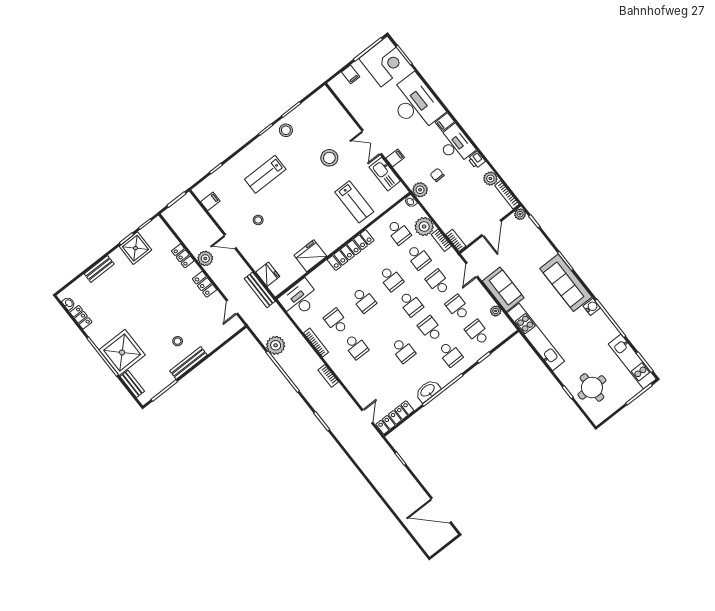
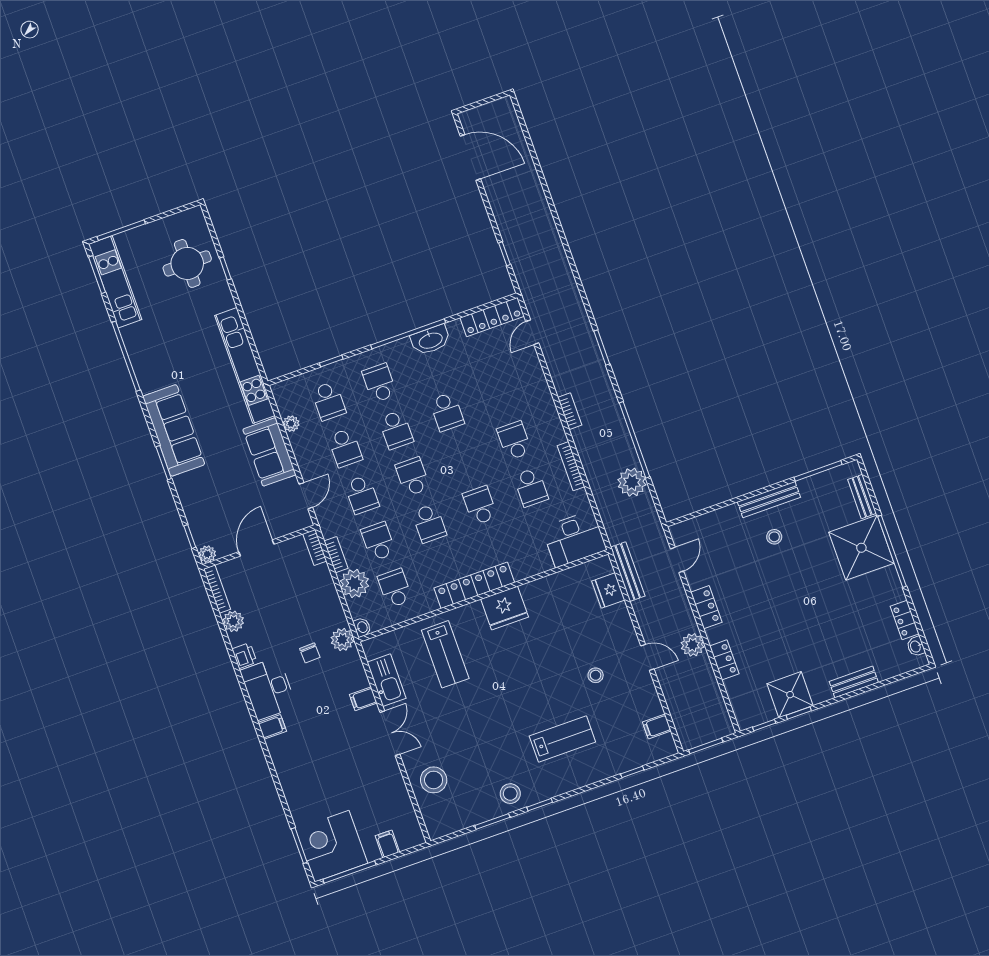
desk: (415, 103) -> (306, 769), removed
stool: (329, 158) -> (434, 780), moved
lab bench: (354, 202) -> (445, 654), turned 180
fridge: (310, 256) -> (505, 608), moved
school desk: (391, 279) -> (429, 523), turned 180
water cooler: (592, 307) -> (148, 382), removed
school desk: (403, 350) -> (447, 412), turned 180

